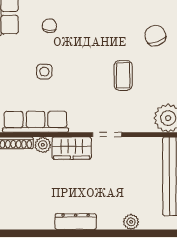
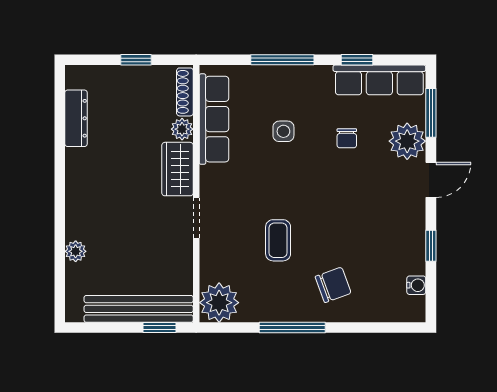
chair: (49, 26) -> (347, 138), turned 85
coffee table: (123, 75) -> (278, 240), turned 90
dresser: (76, 221) -> (76, 118), moved

